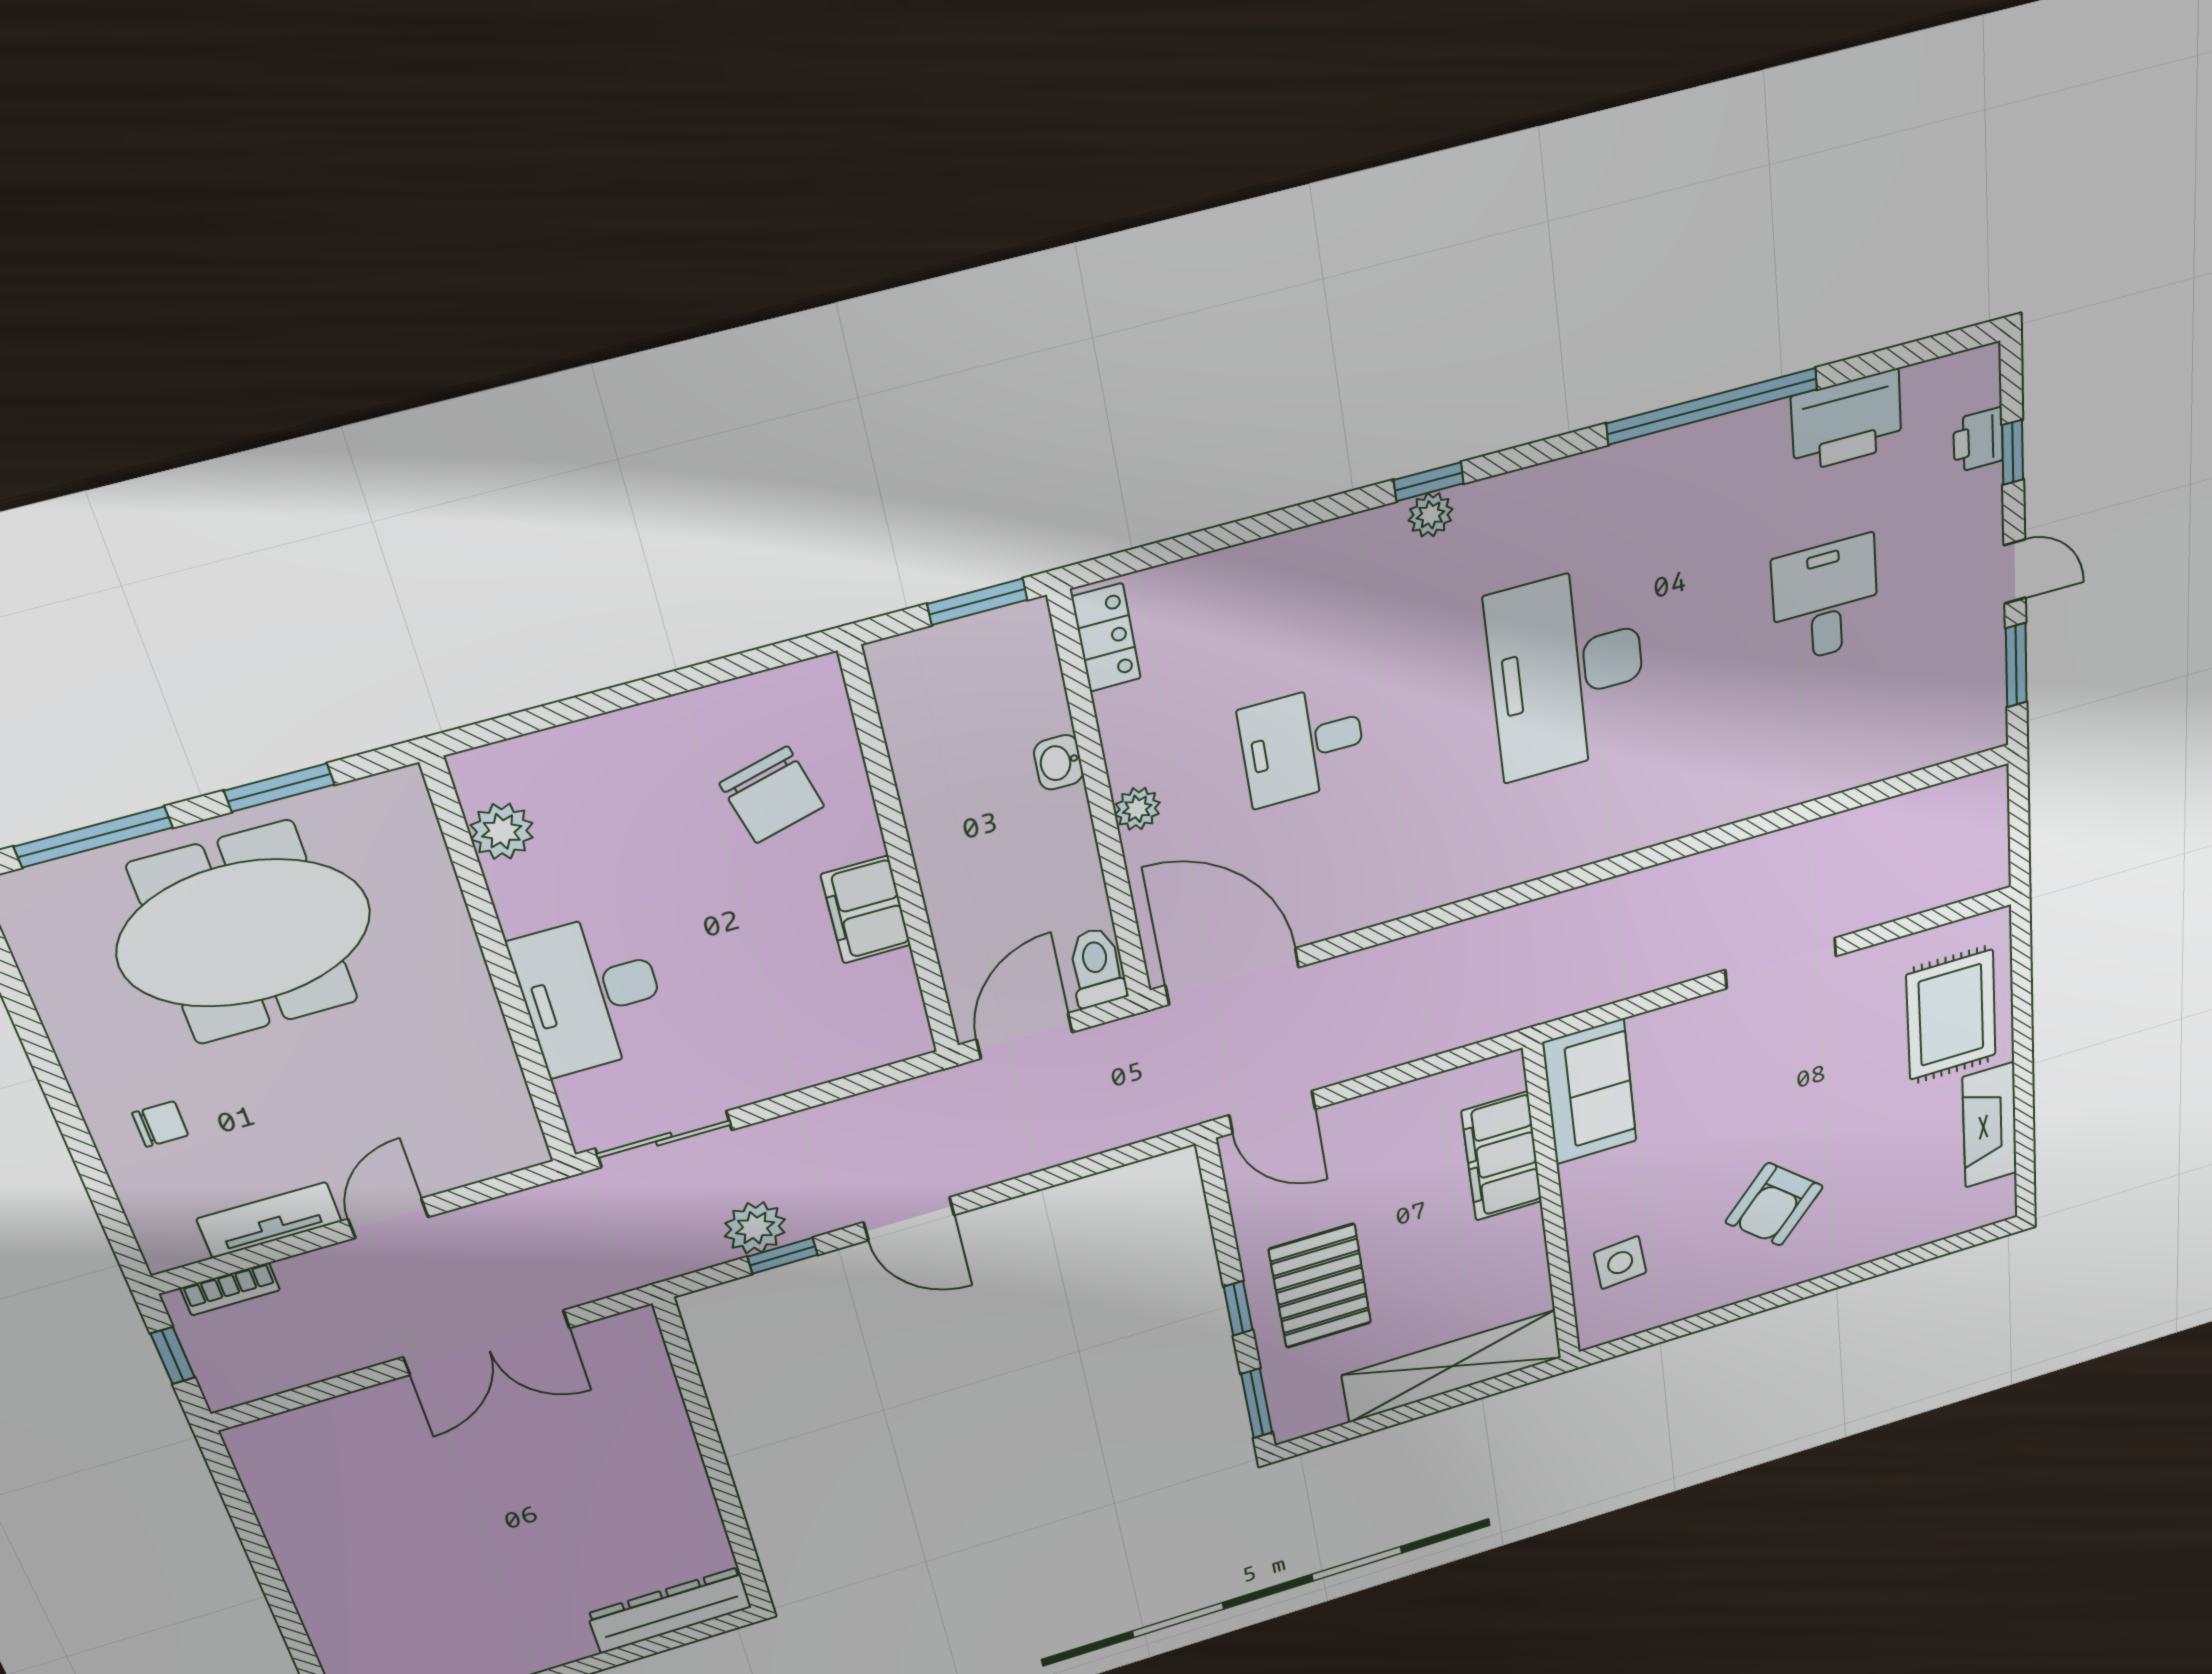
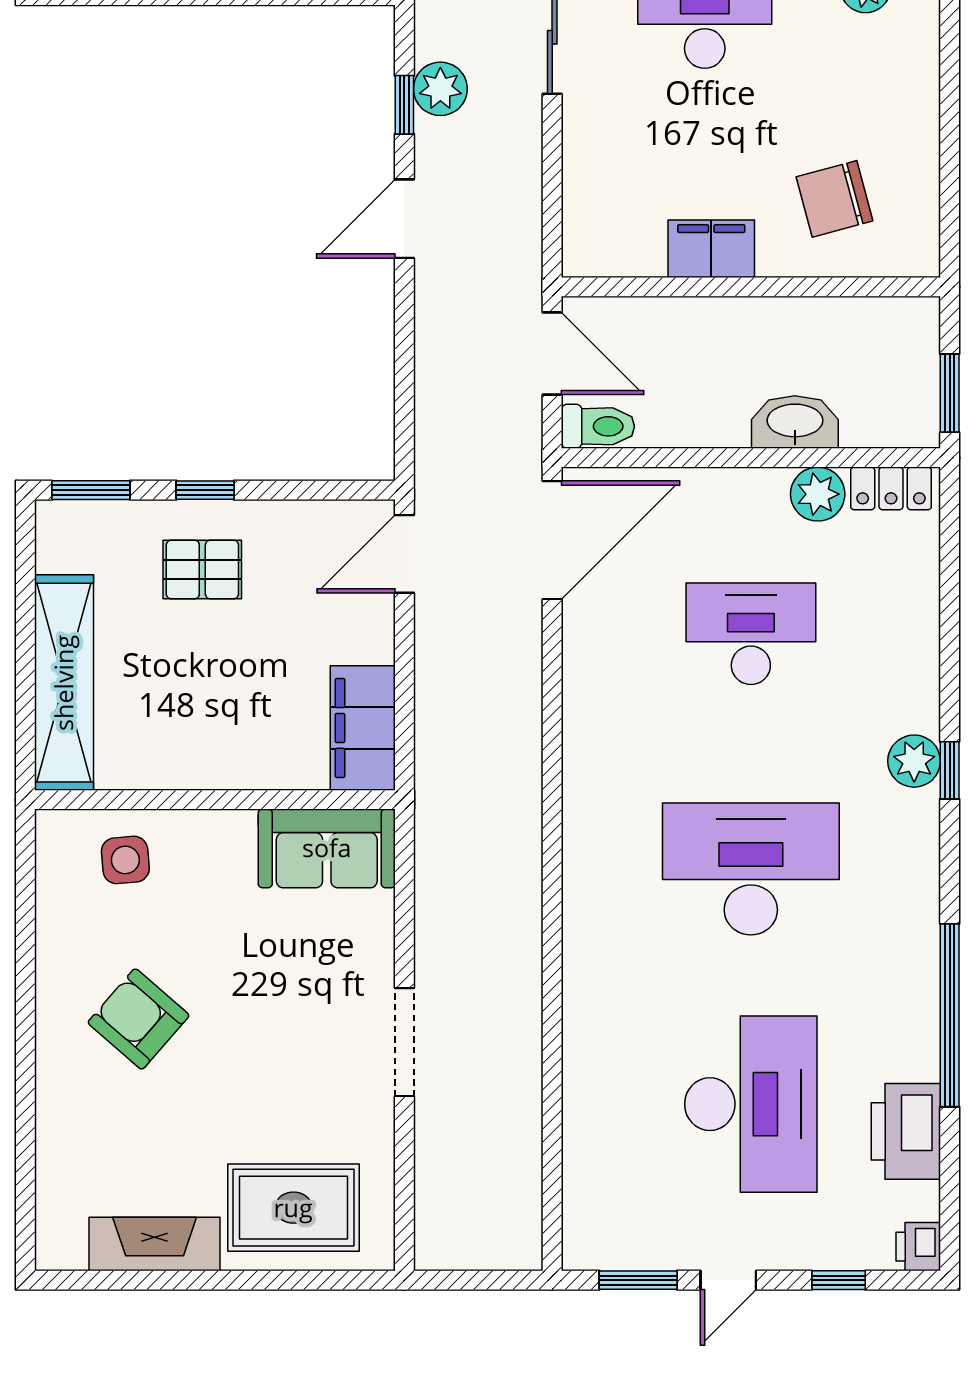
printer: (1978, 440) -> (918, 1247), moved, turned -90
plant: (1431, 515) -> (914, 761), width x1.38, depth x1.38
desk: (1825, 600) -> (751, 1104), width x1.87, depth x1.30
desk: (1303, 745) -> (751, 634), width x1.37
washbasin: (1059, 762) -> (795, 422), width x1.91, depth x1.45
plant: (1137, 809) -> (818, 494), moved, width x1.38, depth x1.38
filing cabinet: (1502, 1156) -> (363, 728), moved, turned -90
pallet: (1320, 1286) -> (202, 570), width x0.67, depth x0.71

